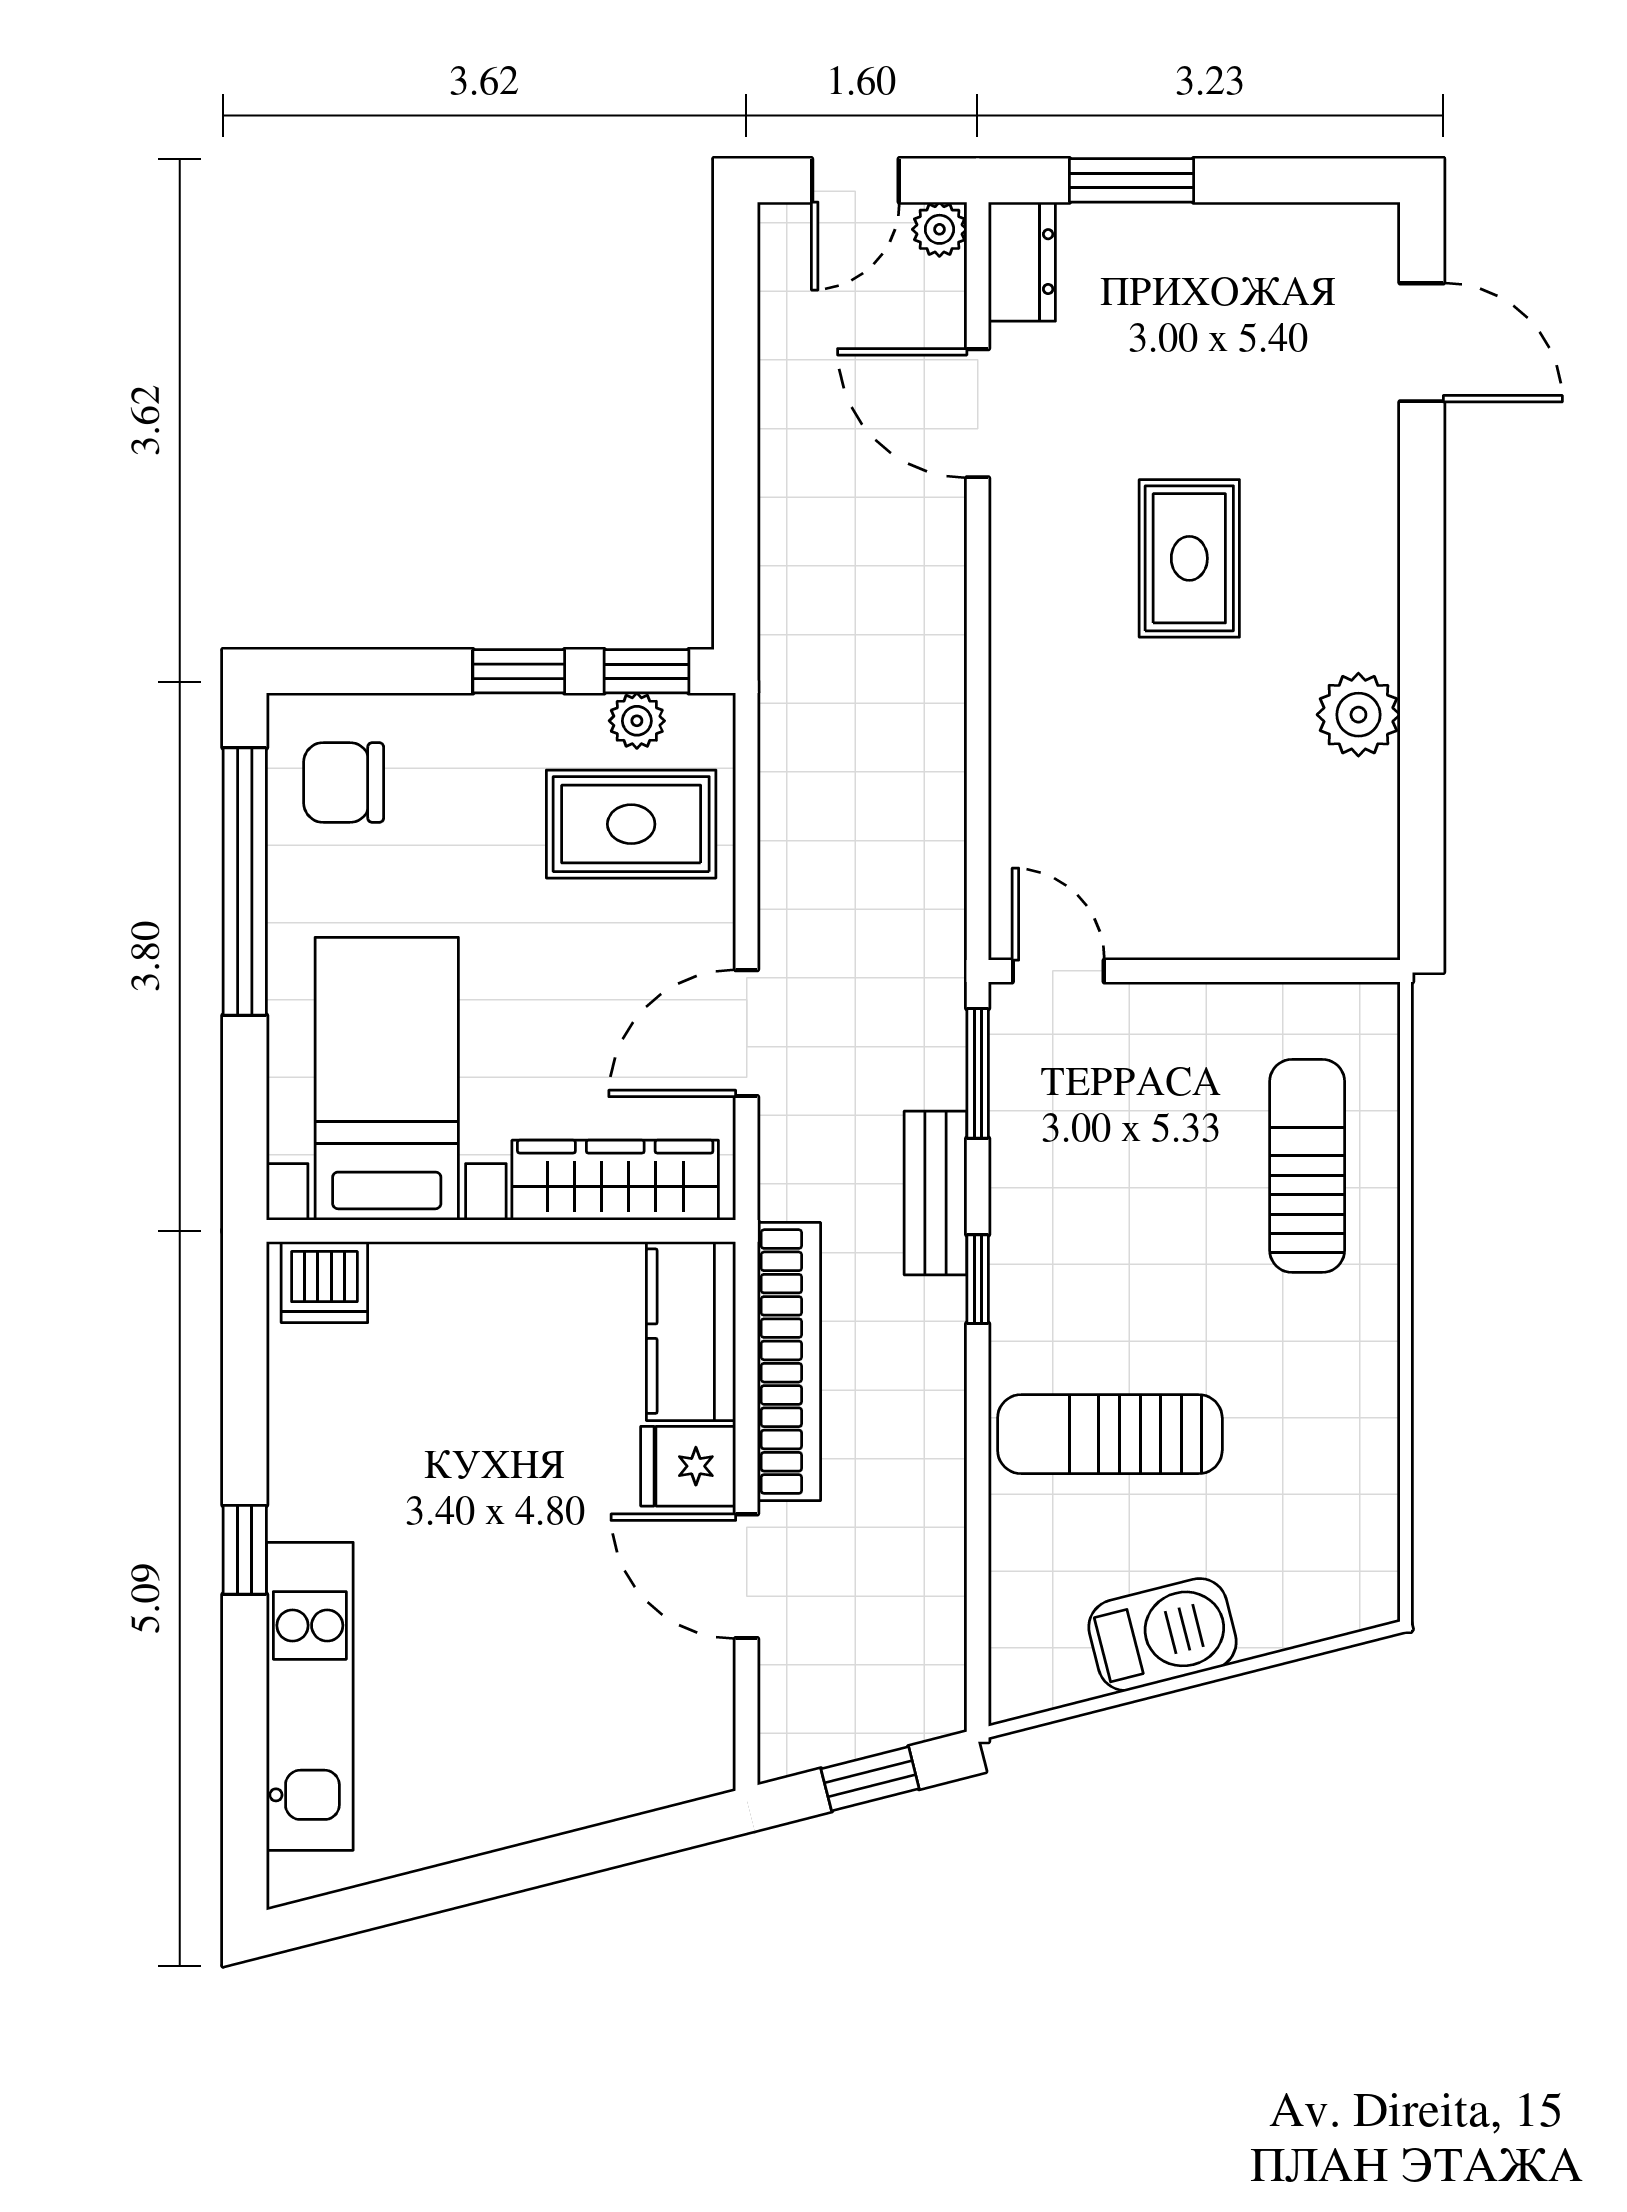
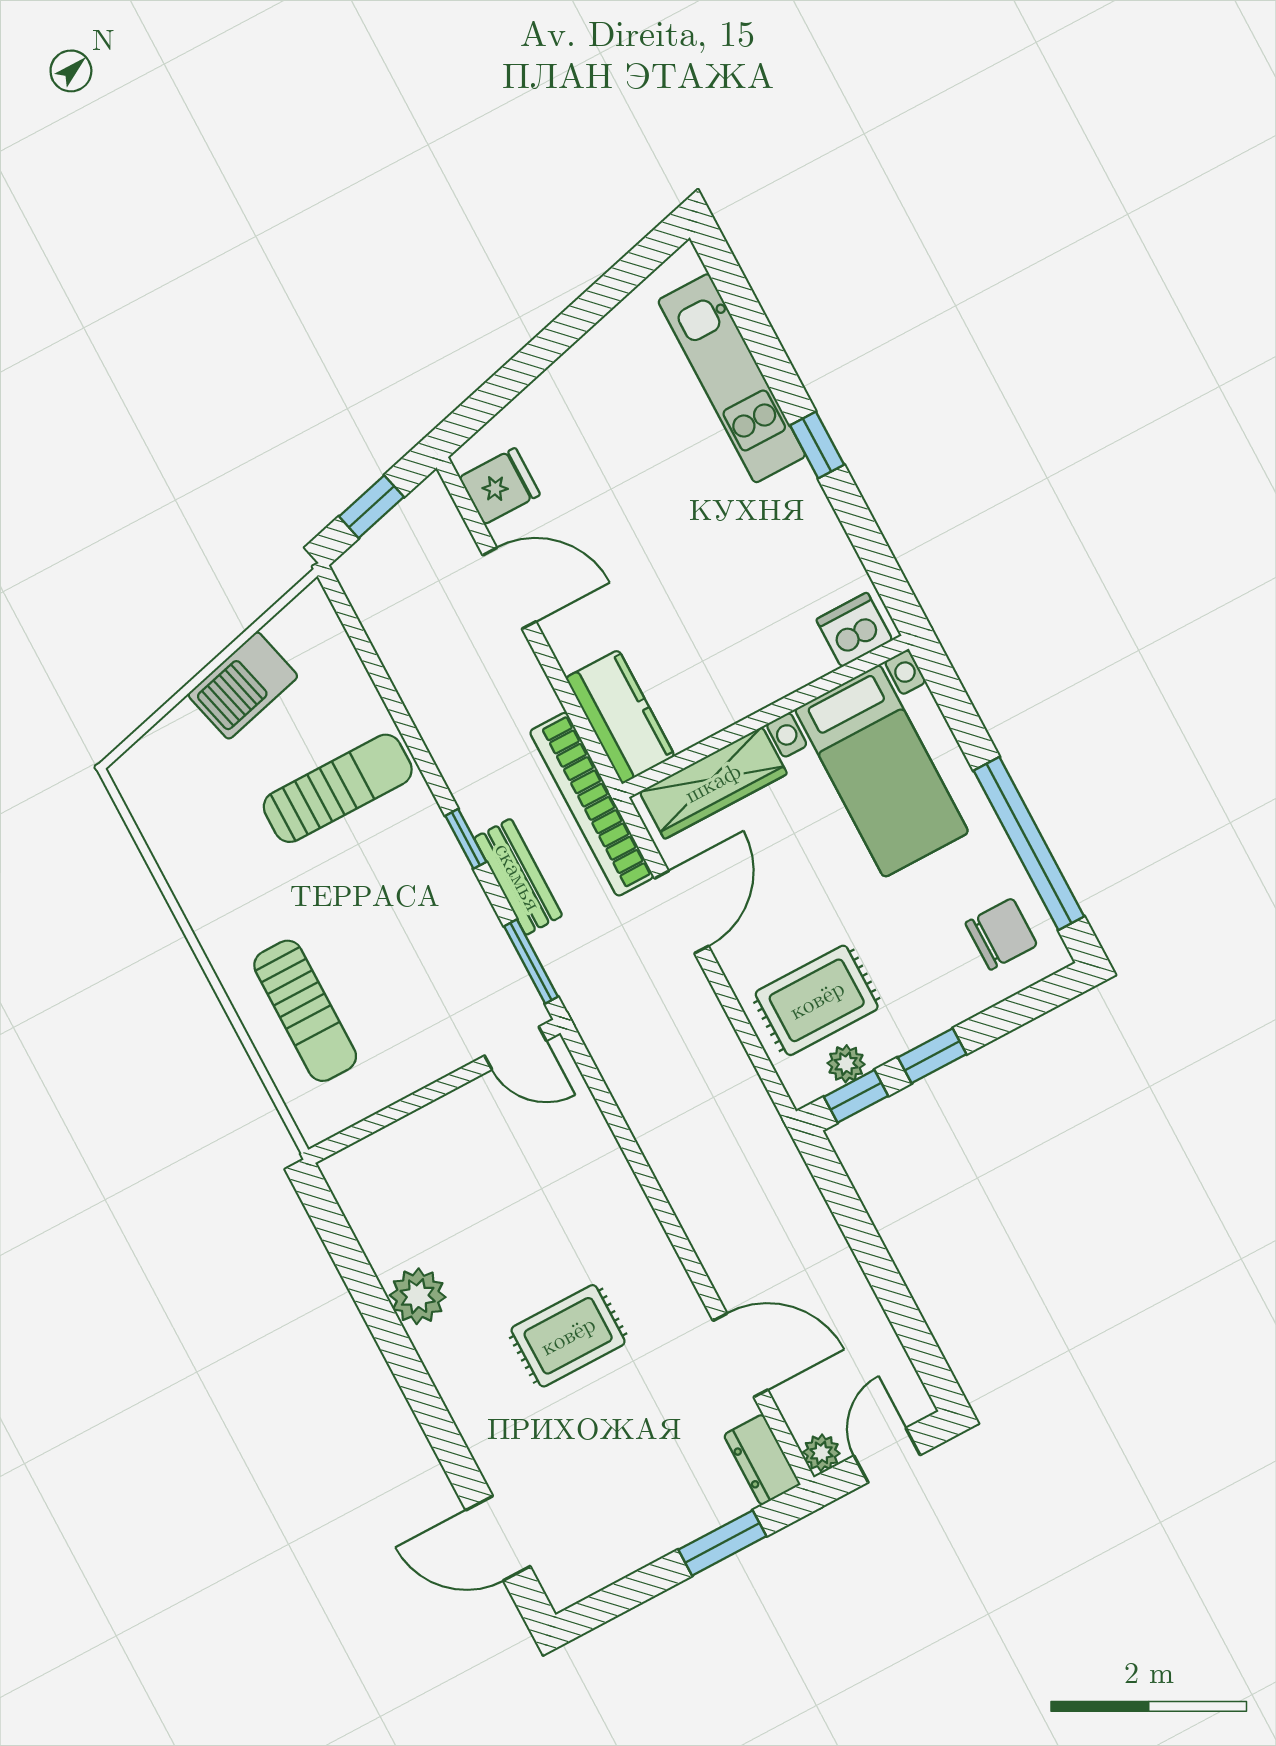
rug: (1189, 558) -> (568, 1336), turned 90
bookcase: (789, 1362) -> (592, 804), moved
fridge: (688, 1466) -> (500, 486), moved

